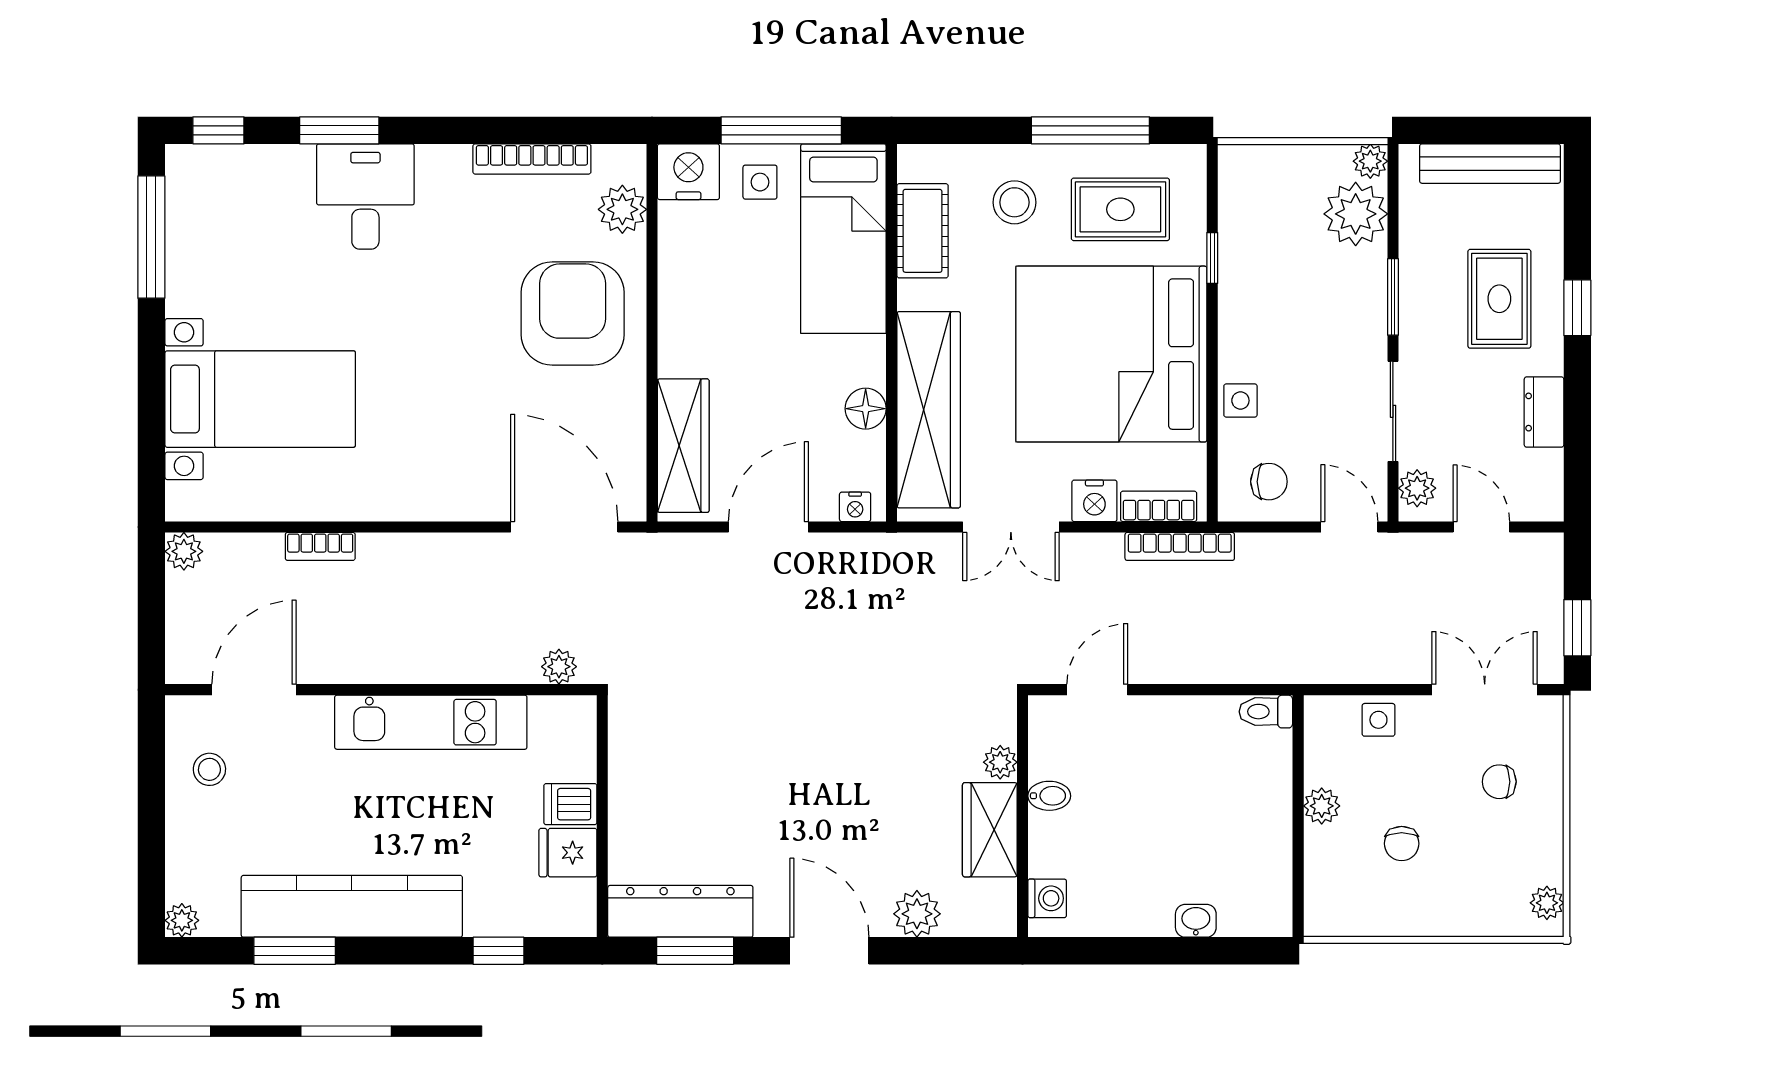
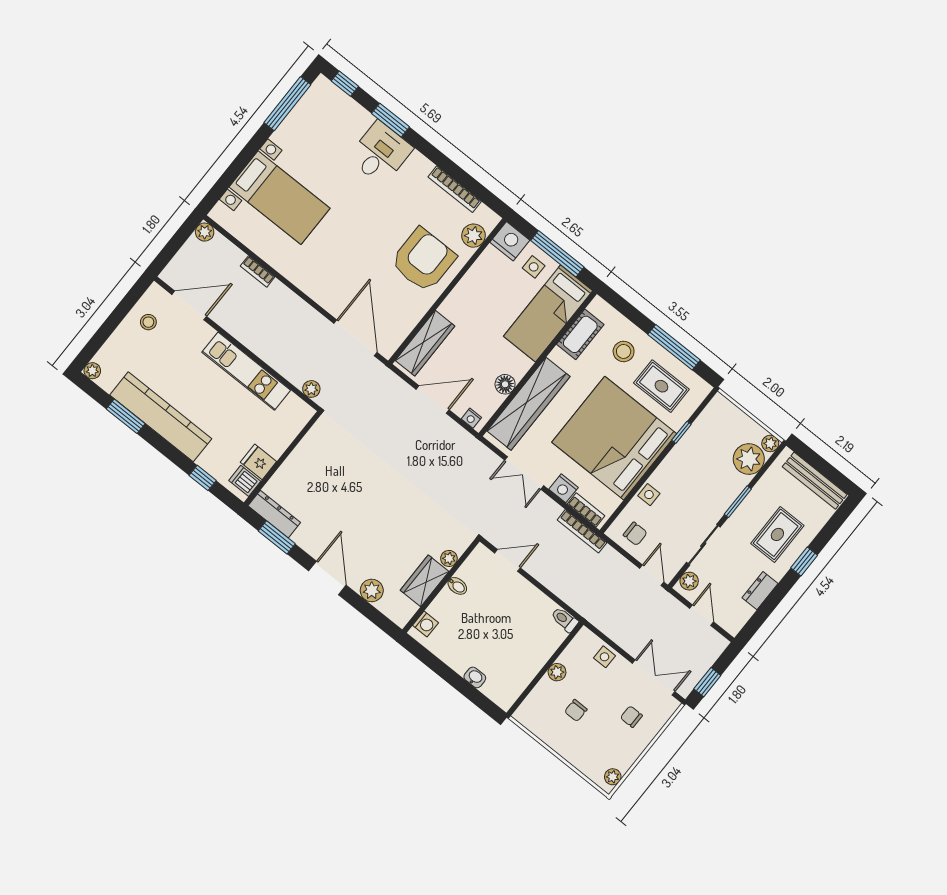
dishwasher: (570, 804) -> (245, 481), moved
dresser: (680, 911) -> (274, 514), width x0.73, depth x0.80

